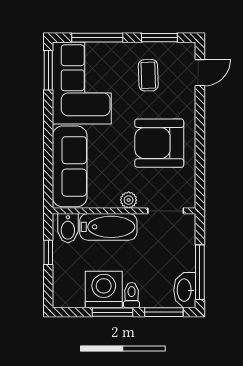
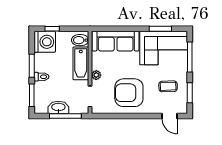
window: (48, 70) -> (160, 29), moved
armchair: (159, 143) -> (129, 93), turned -90
window: (48, 252) -> (52, 29), moved
window: (200, 272) -> (65, 116), moved
washing machine: (104, 290) -> (45, 42), moved
washbasin: (185, 290) -> (58, 107), moved

